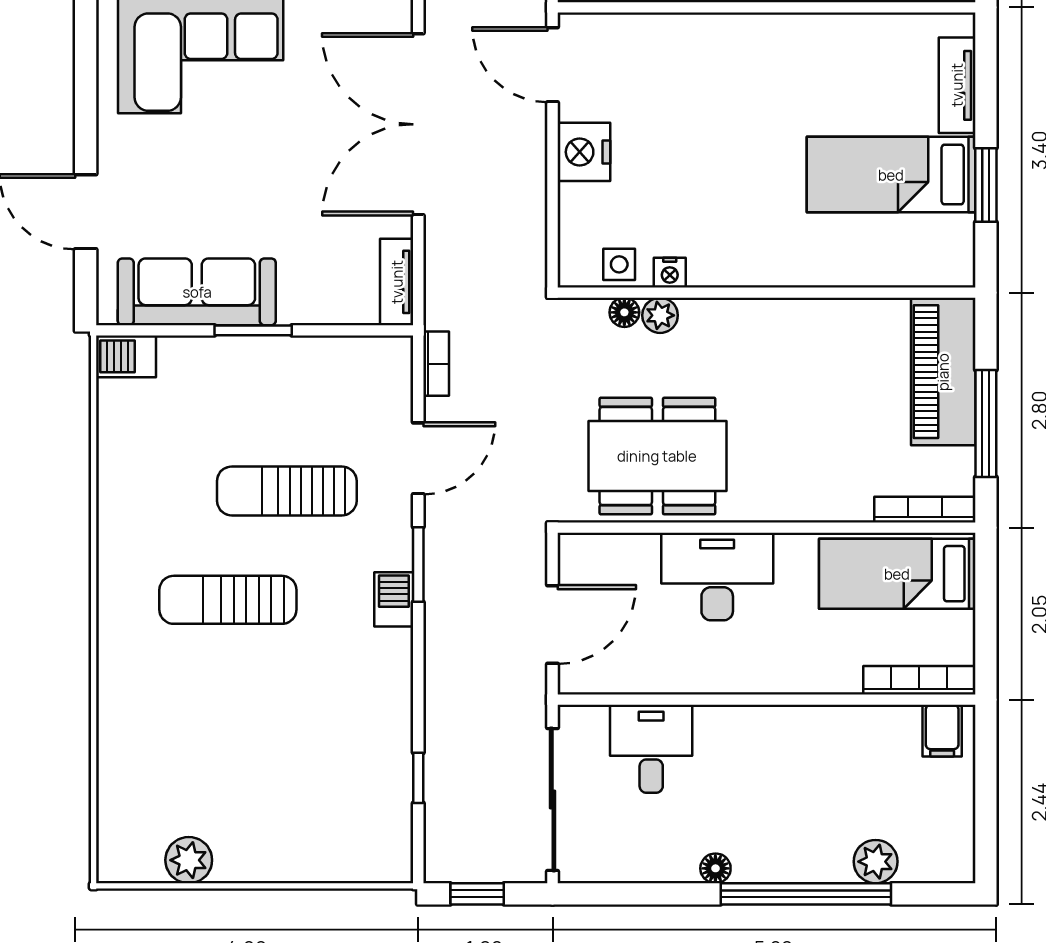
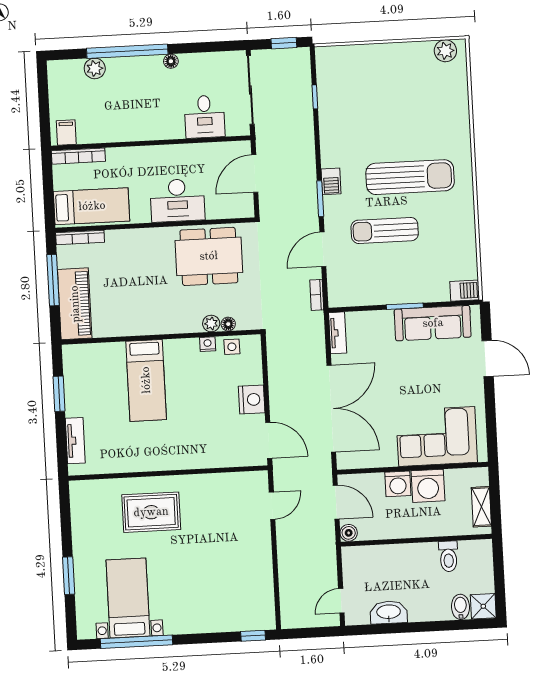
bed: (891, 175) -> (146, 380), moved, turned 90
sun lounger: (287, 491) -> (385, 230), turned 180
sun lounger: (228, 600) -> (410, 177), width x1.36, depth x1.34
plant: (189, 860) -> (445, 51), moved

